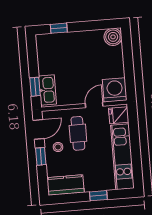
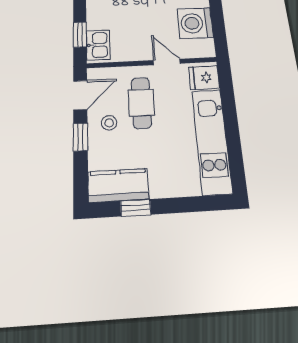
kitchen sink: (47, 90) -> (98, 45), width x0.73
washing machine: (115, 90) -> (195, 23), moved, turned -90
door: (94, 105) -> (167, 62), hinge flipped
window: (98, 196) -> (136, 208), moved

